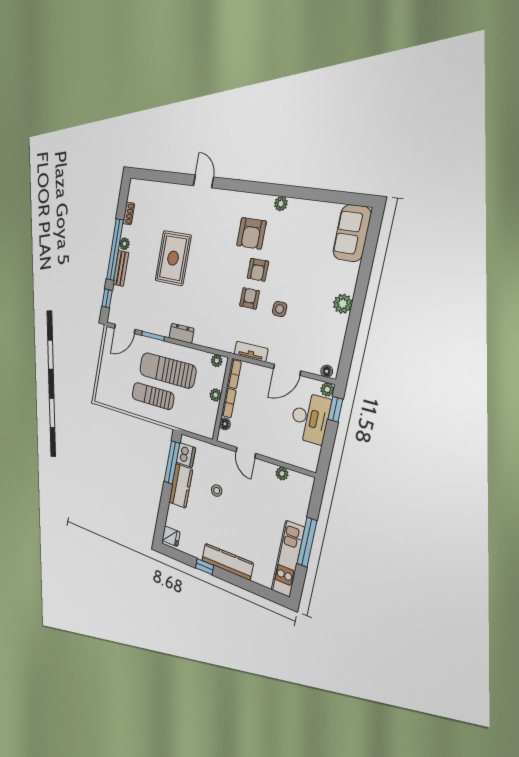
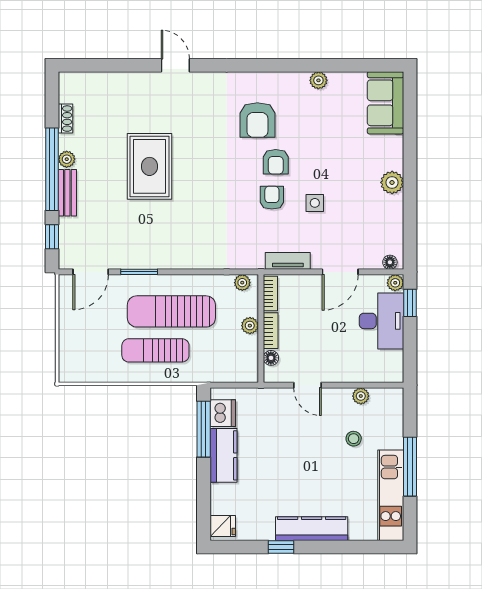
plant: (281, 204) -> (318, 80), moved
dresser: (182, 333) -> (183, 259), removed
stool: (217, 491) -> (354, 439), moved

